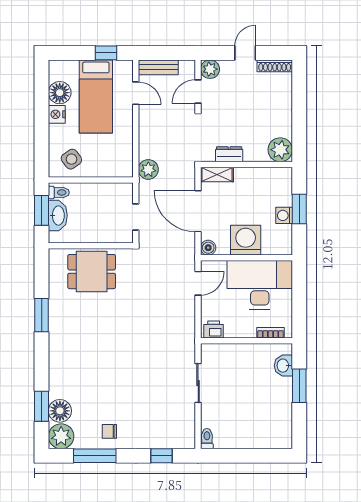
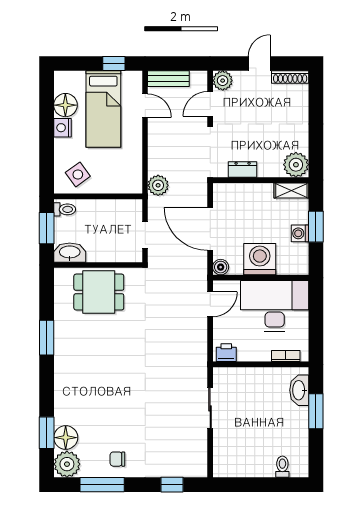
shelving: (217, 174) -> (291, 191), moved
washbasin: (58, 216) -> (70, 253), moved, turned -90
washbasin: (283, 366) -> (299, 390), width x1.38
toilet: (207, 439) -> (282, 467), moved

